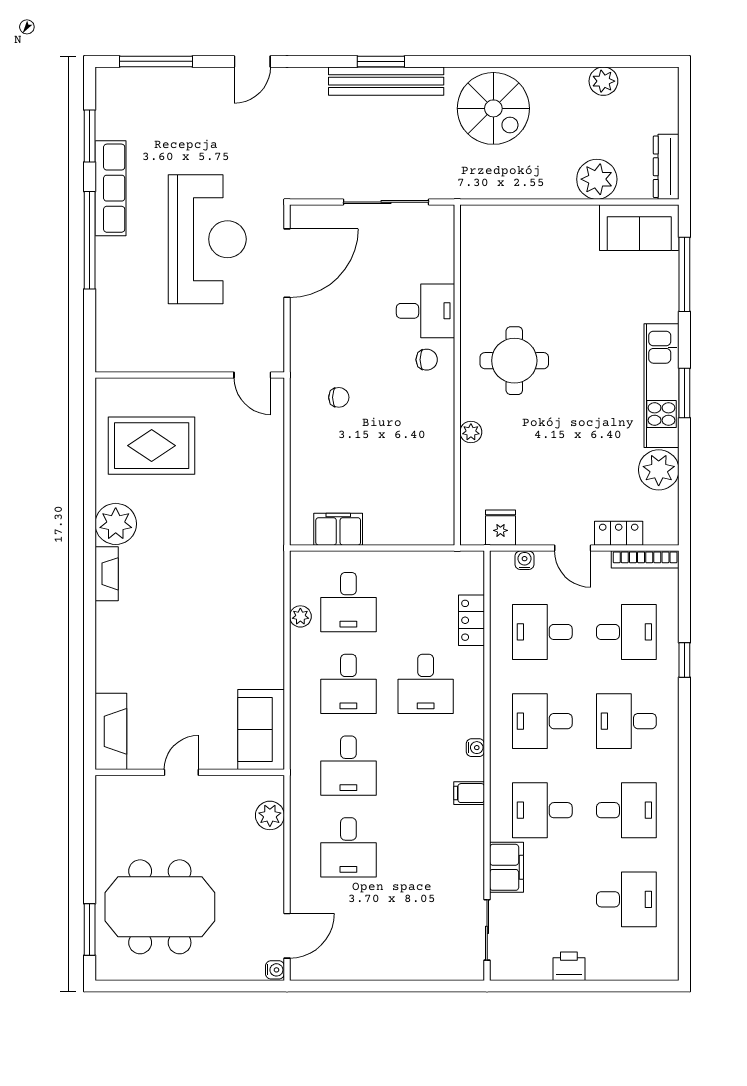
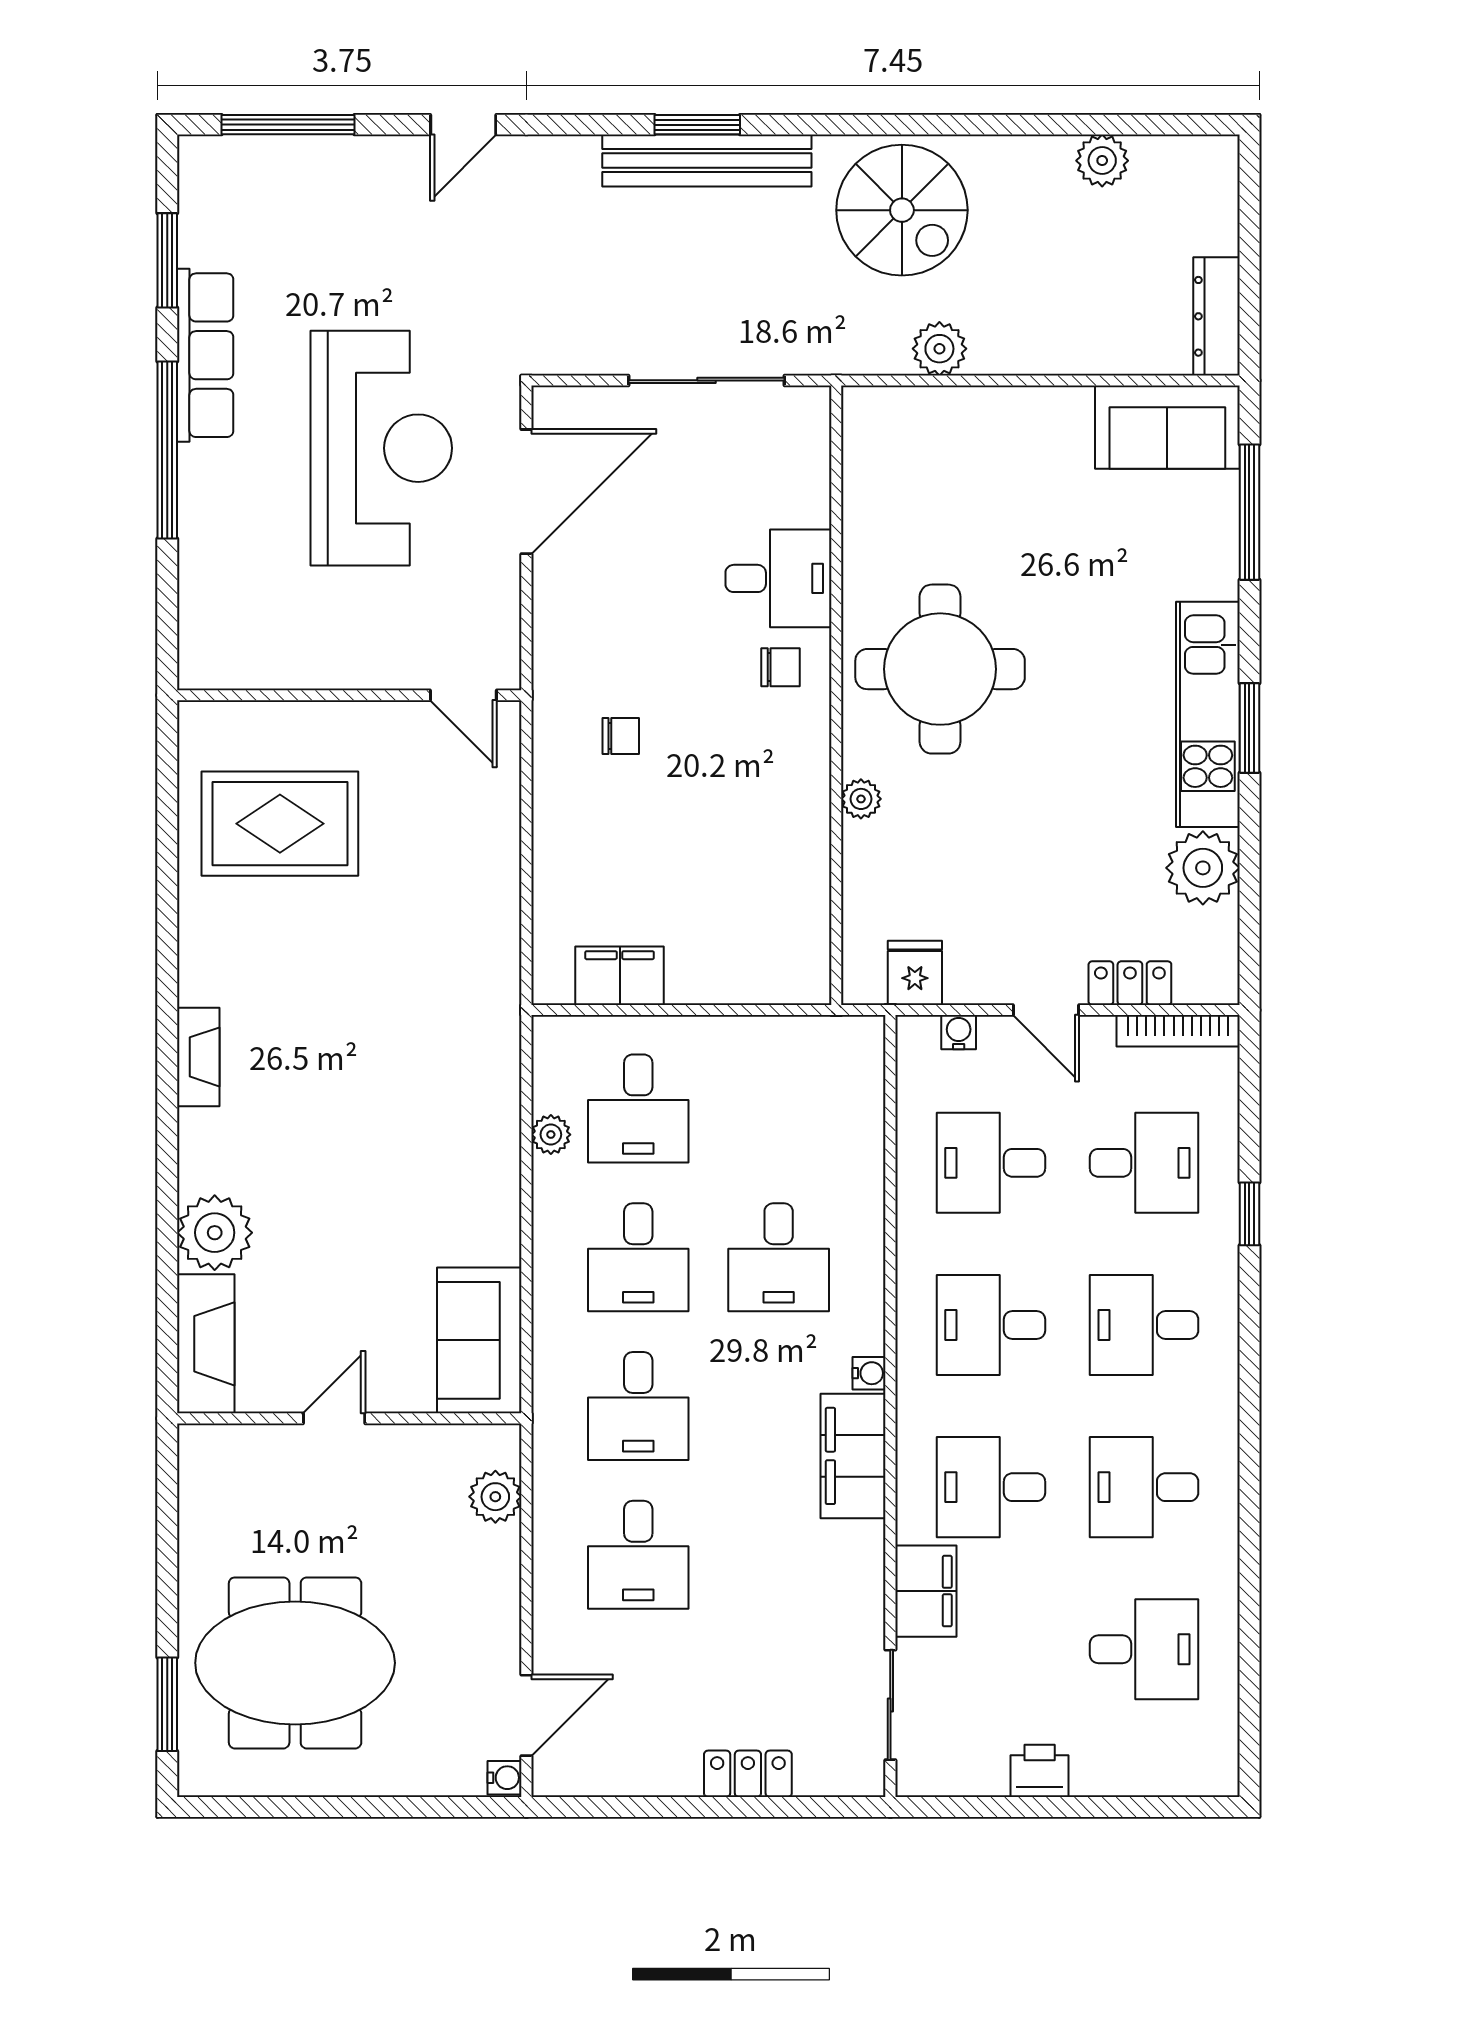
plant: (597, 179) -> (939, 349), moved, width x0.73, depth x0.73
round table: (514, 361) -> (940, 669), width x1.36, depth x1.36
plant: (116, 524) -> (215, 1233), moved
locker: (472, 620) -> (748, 1774), moved, turned 90
filing cabinet: (469, 793) -> (853, 1456), width x3.00, depth x1.17
desk: (626, 810) -> (1144, 1487), turned 180

